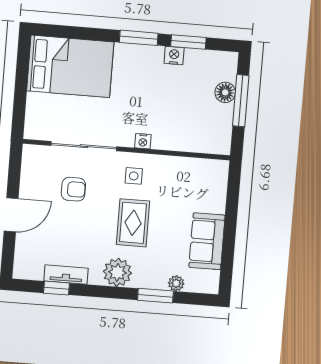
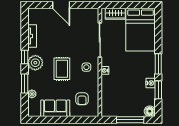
floor lamp: (225, 92) -> (150, 111), moved
wardrobe: (36, 112) -> (115, 14), added
armchair: (73, 189) -> (82, 99), moved
rug: (133, 223) -> (62, 69), turned 90
window: (57, 288) -> (25, 57), moved

